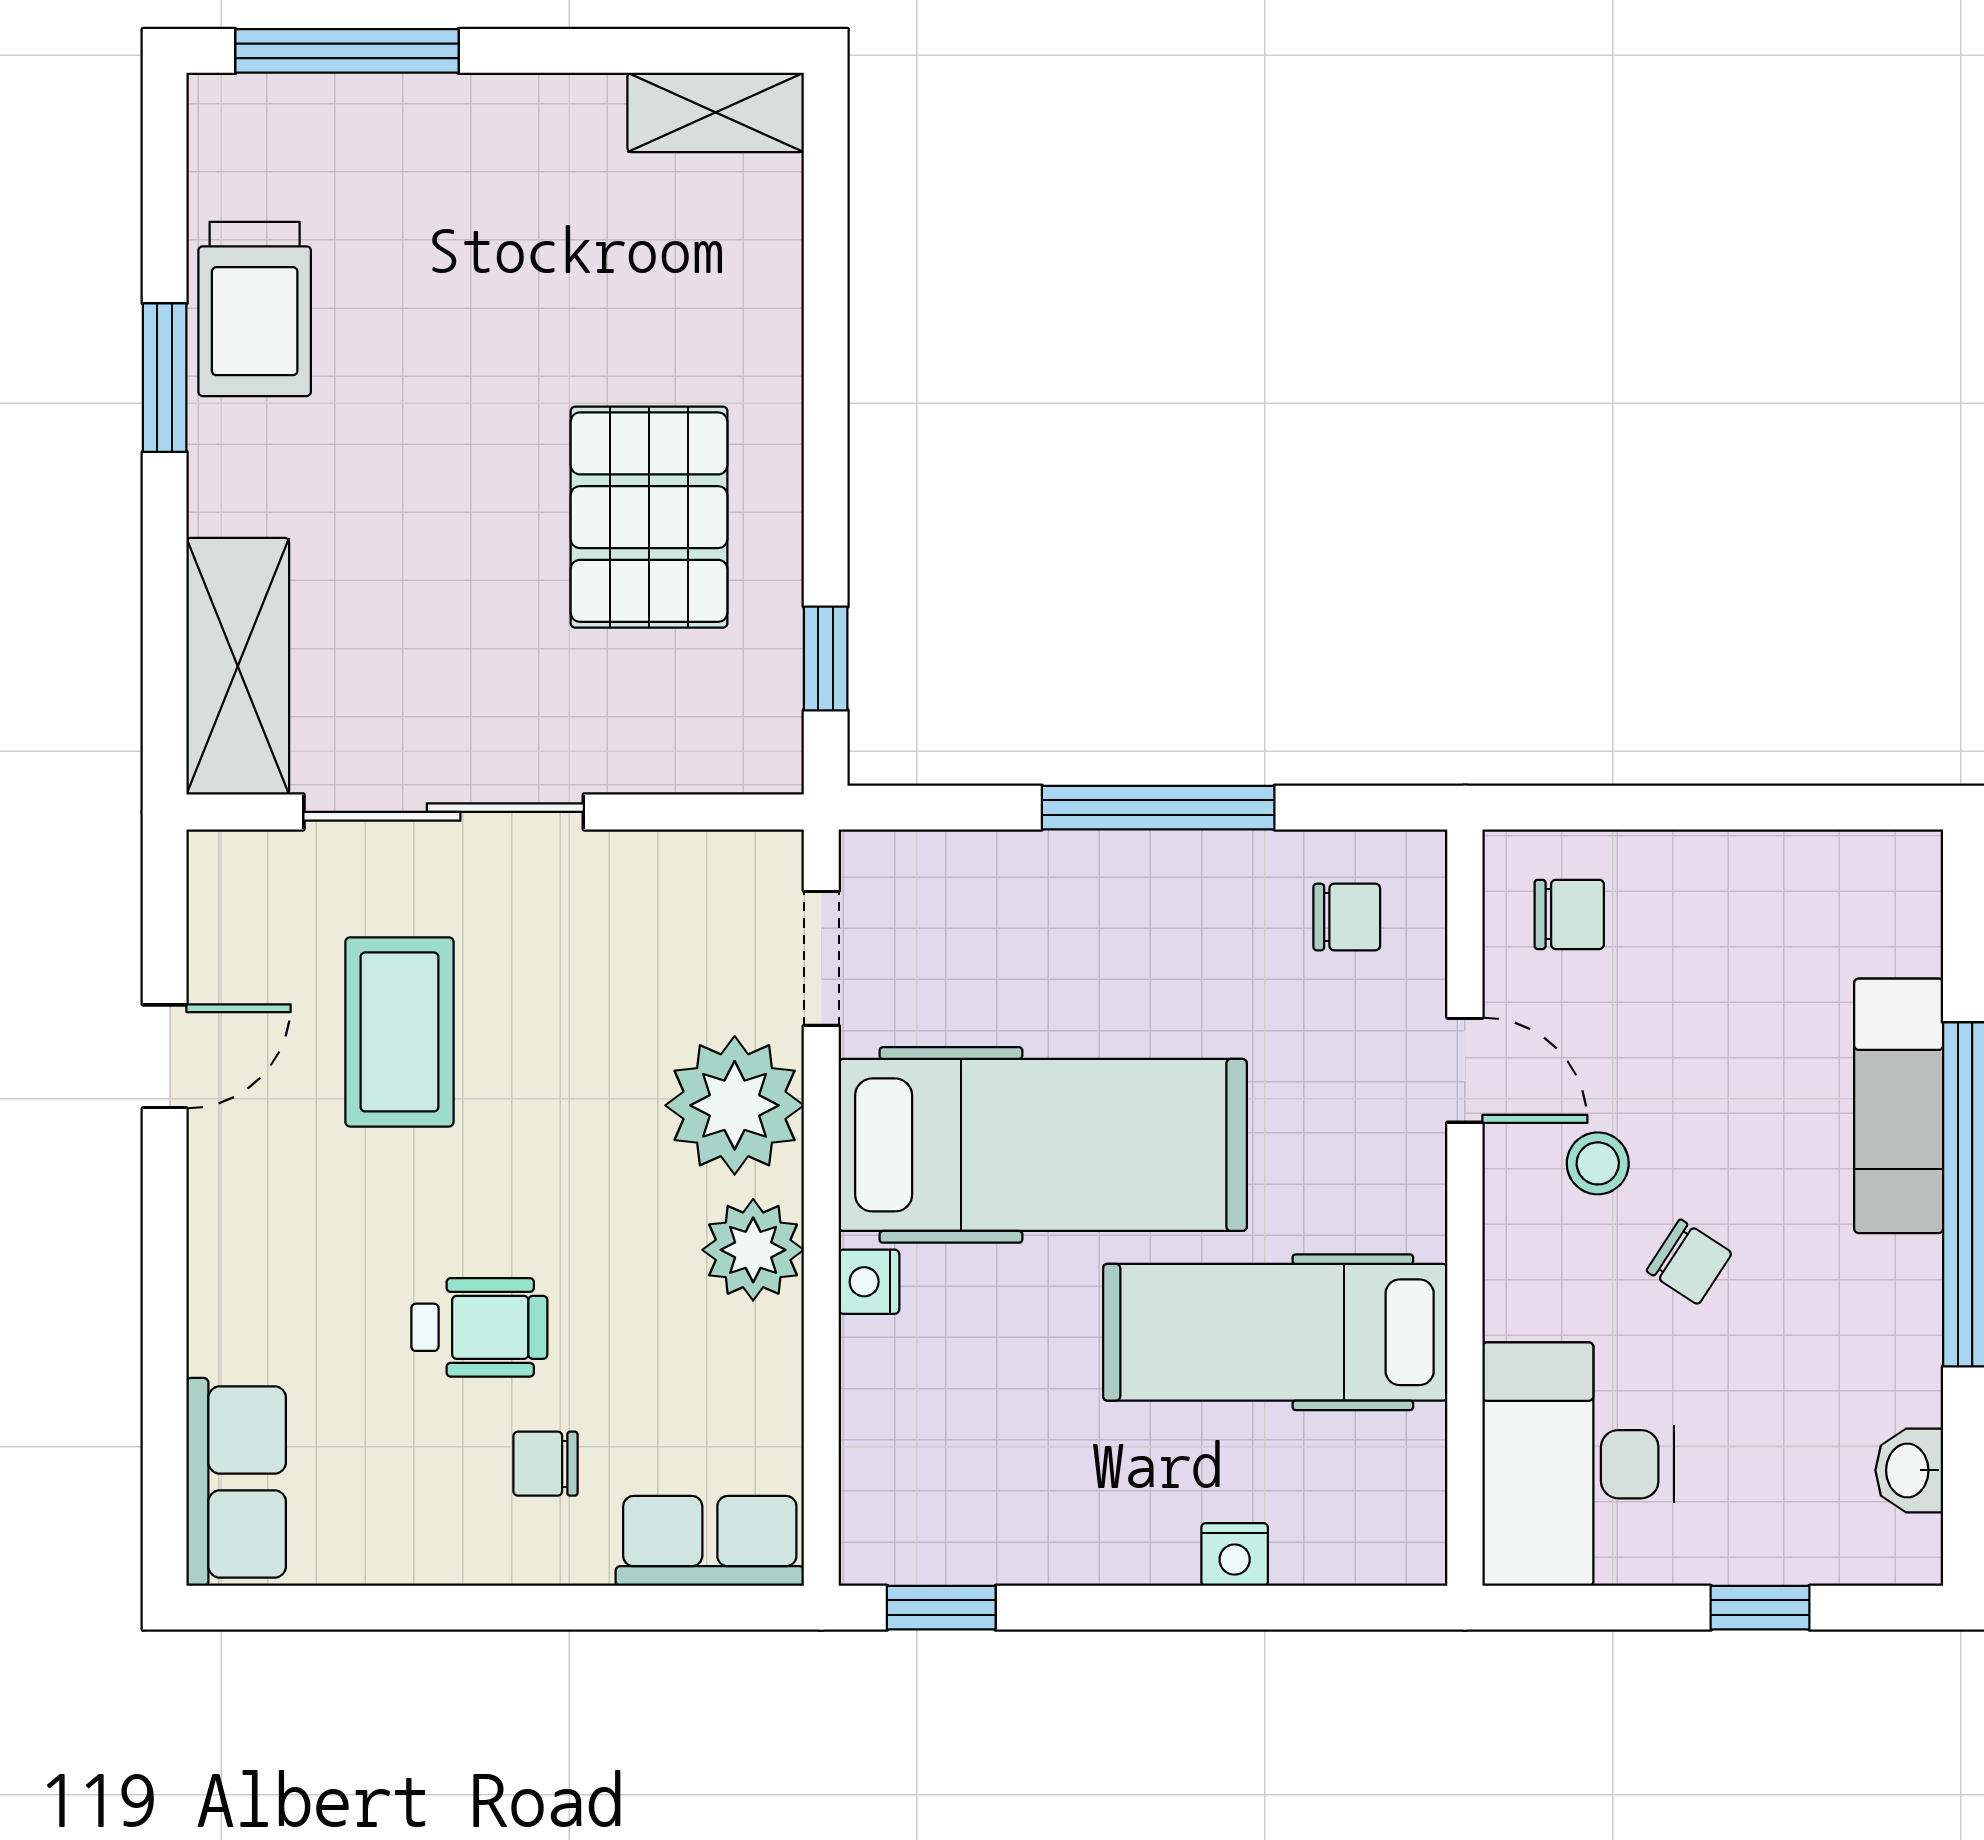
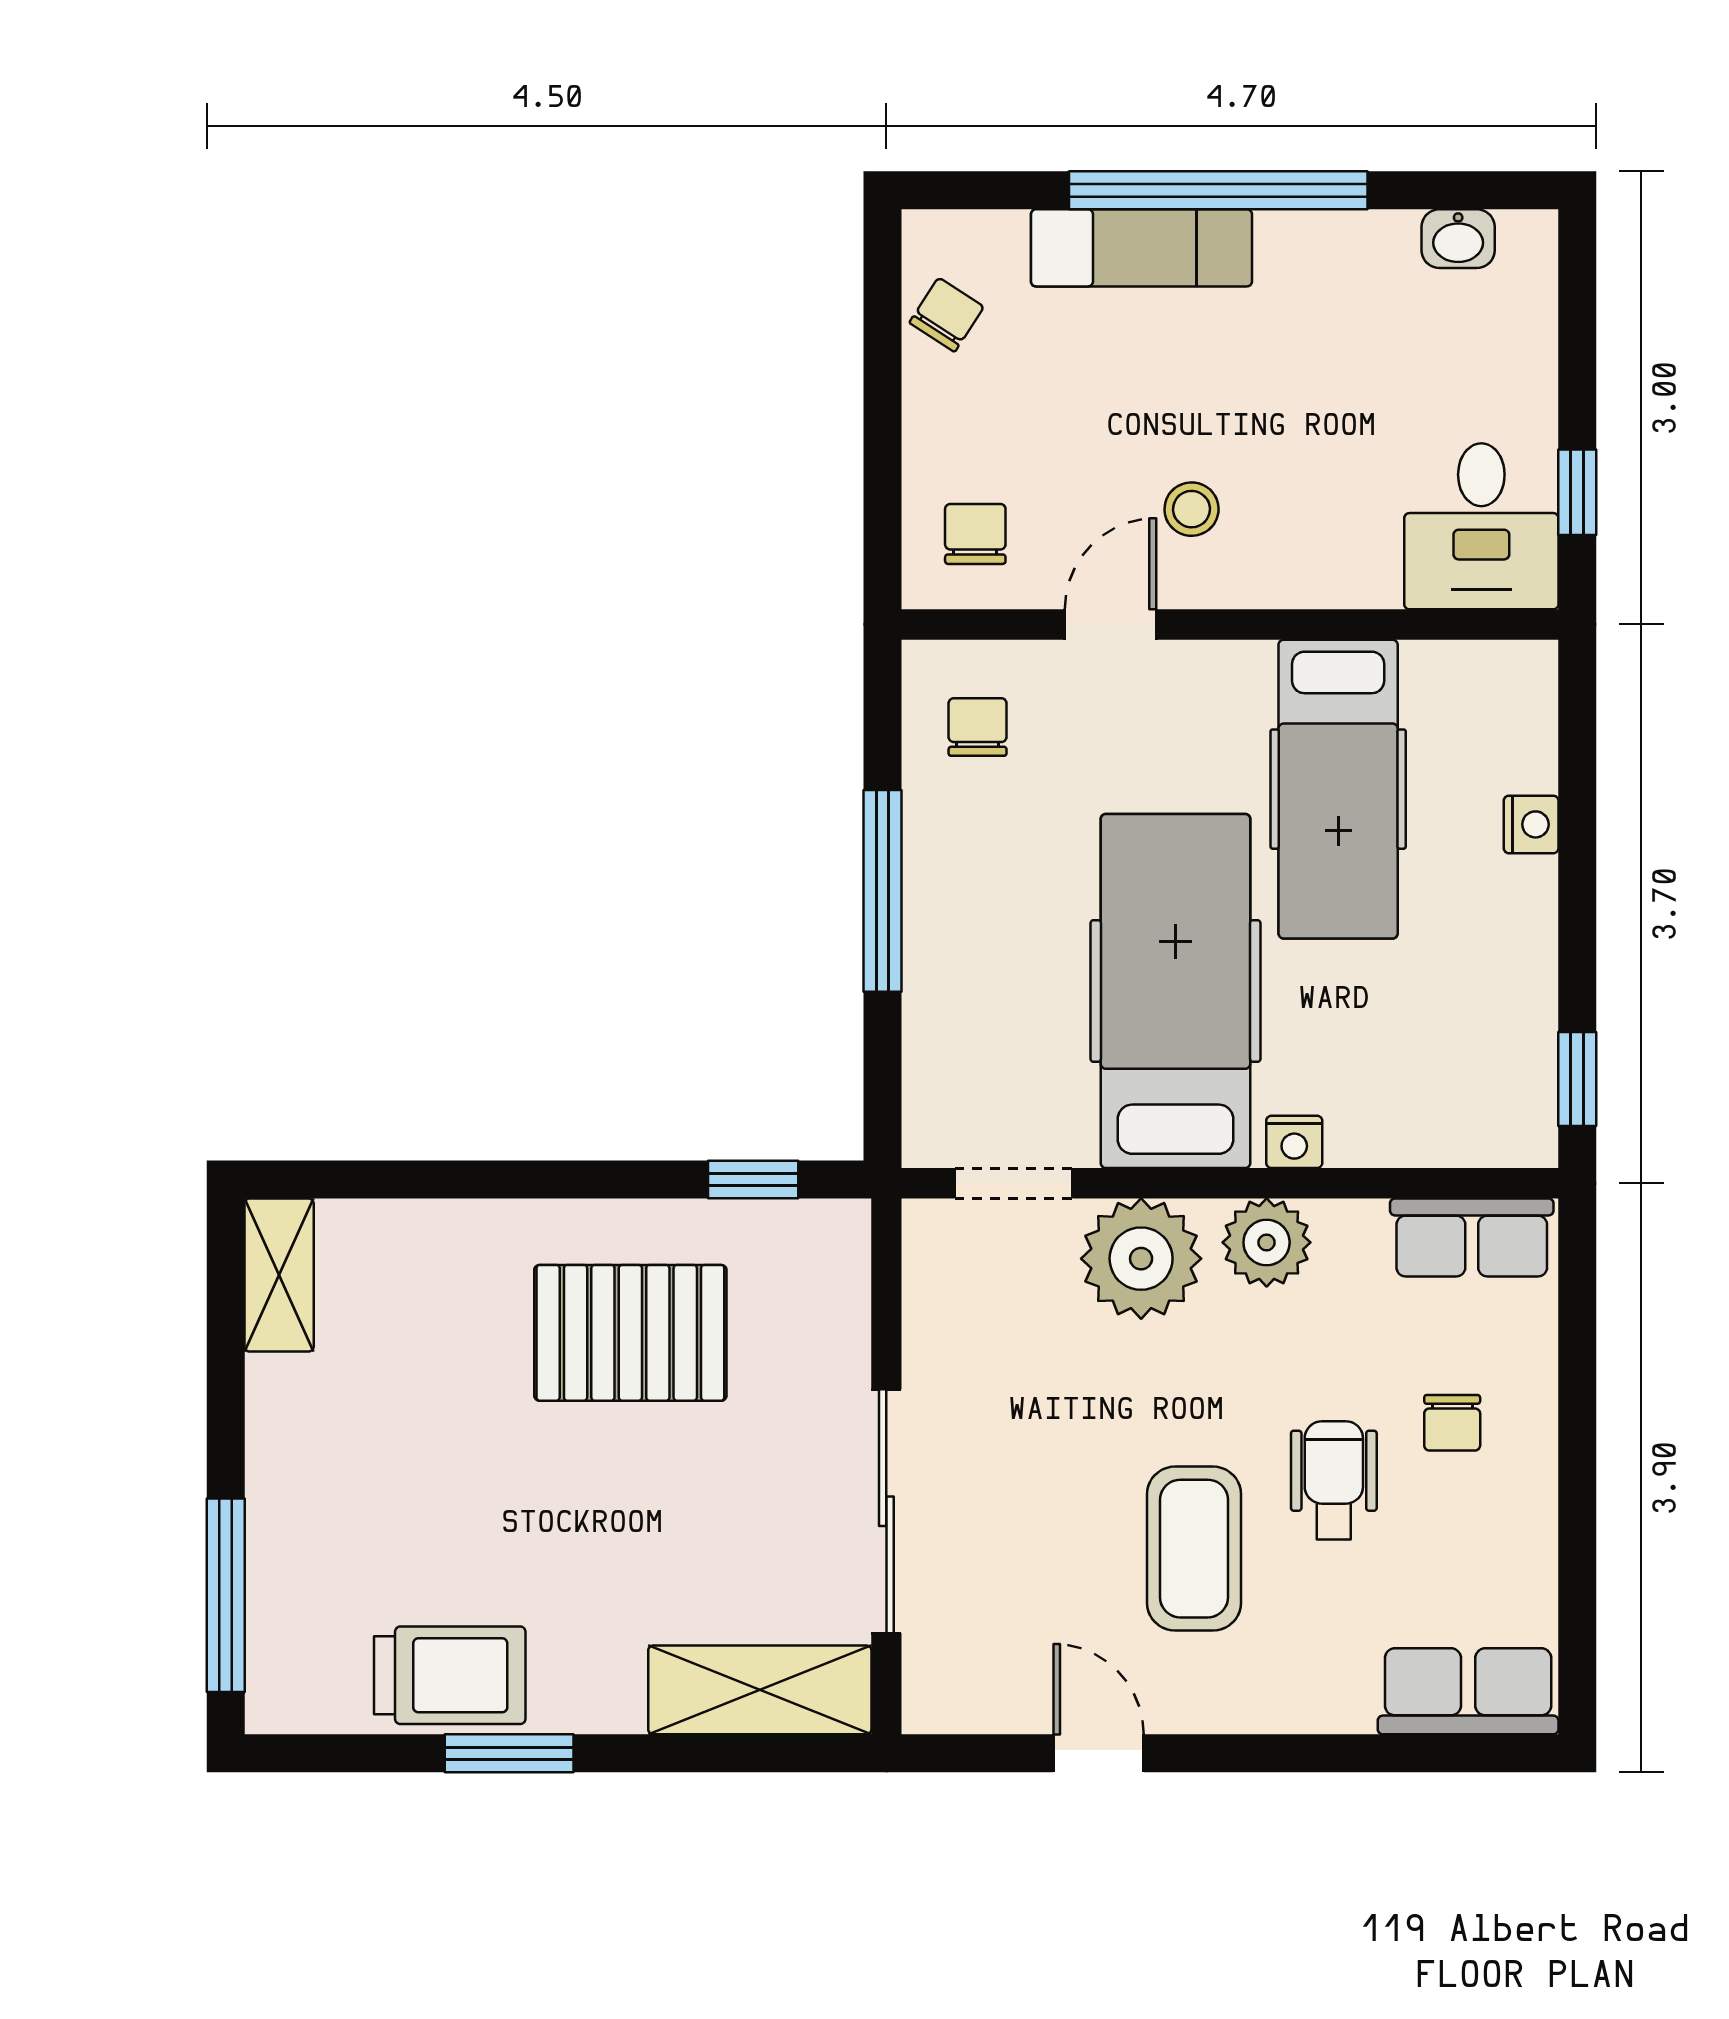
coffee table: (399, 1032) -> (1194, 1549), moved, turned 90
chair: (1689, 1262) -> (947, 315), moved
desk: (1578, 1464) -> (1481, 526), width x0.73
row of seats: (710, 1541) -> (1472, 1237), moved, turned -90
window: (1760, 1608) -> (1577, 492), moved

